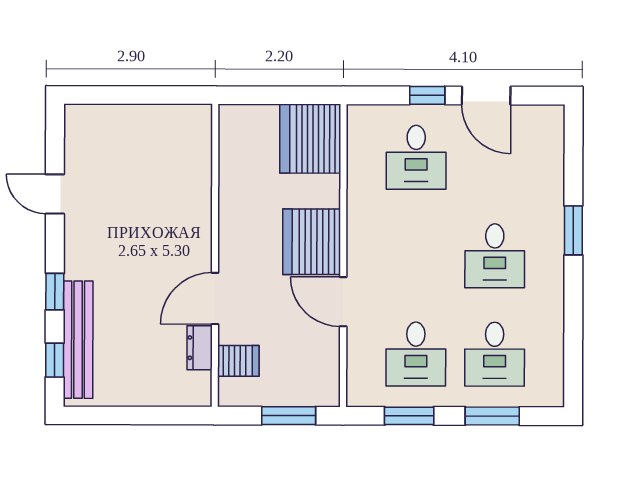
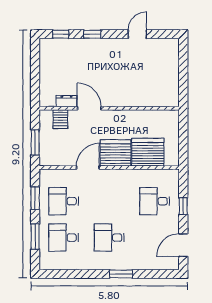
door: (486, 96) -> (183, 245), moved
server rack: (310, 139) -> (148, 152), moved
bench: (78, 340) -> (70, 45), removed

